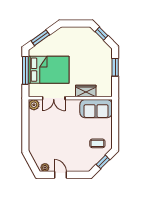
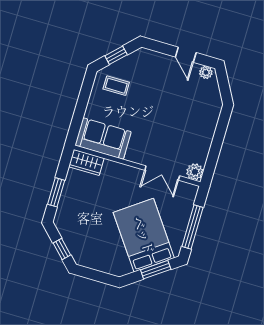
bed: (49, 70) -> (144, 235), moved, turned 54
wardrobe: (86, 91) -> (86, 162), moved
double door: (54, 98) -> (162, 173), swing flipped

